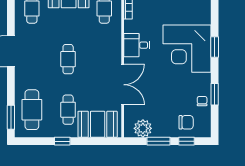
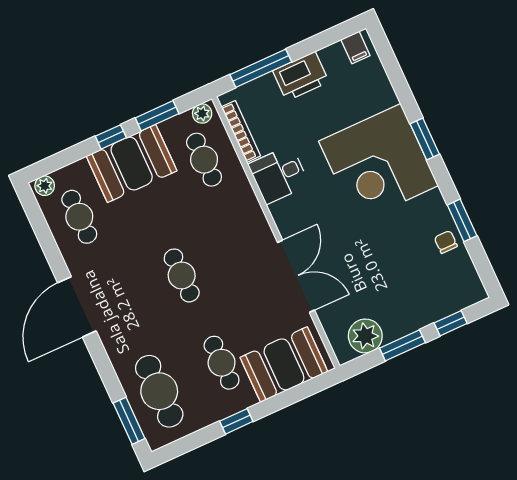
desk: (137, 45) -> (279, 175), moved
chair: (186, 122) -> (435, 291), removed

